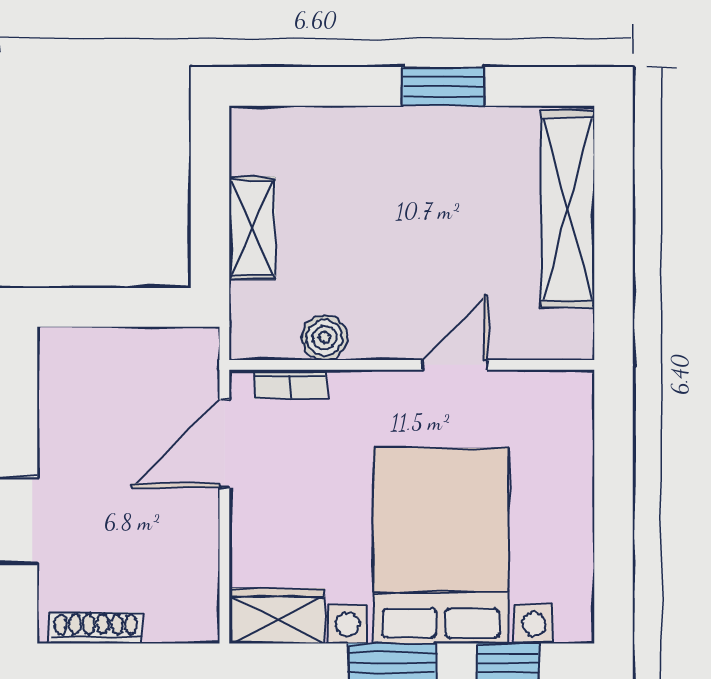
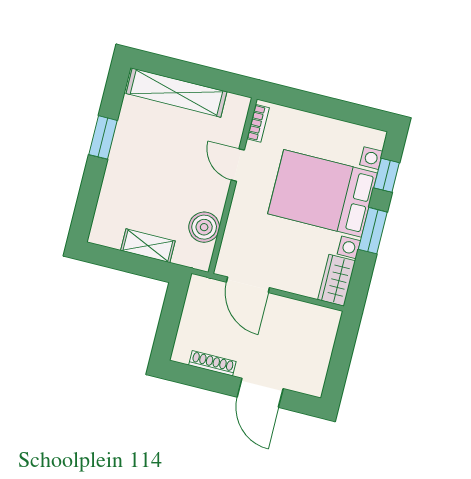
boiler: (325, 338) -> (204, 227), width x1.36, depth x1.36
bookcase: (291, 384) -> (258, 123), moved
shoe rack: (96, 628) -> (212, 363), moved, turned 90

